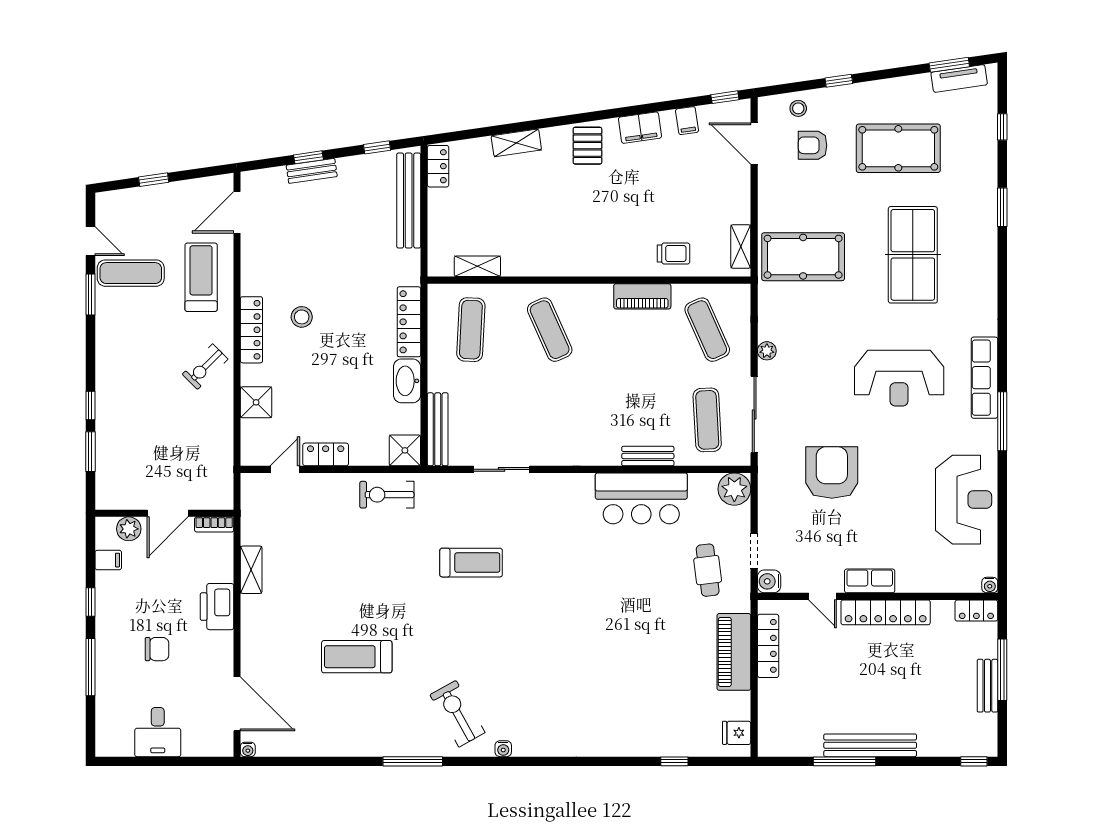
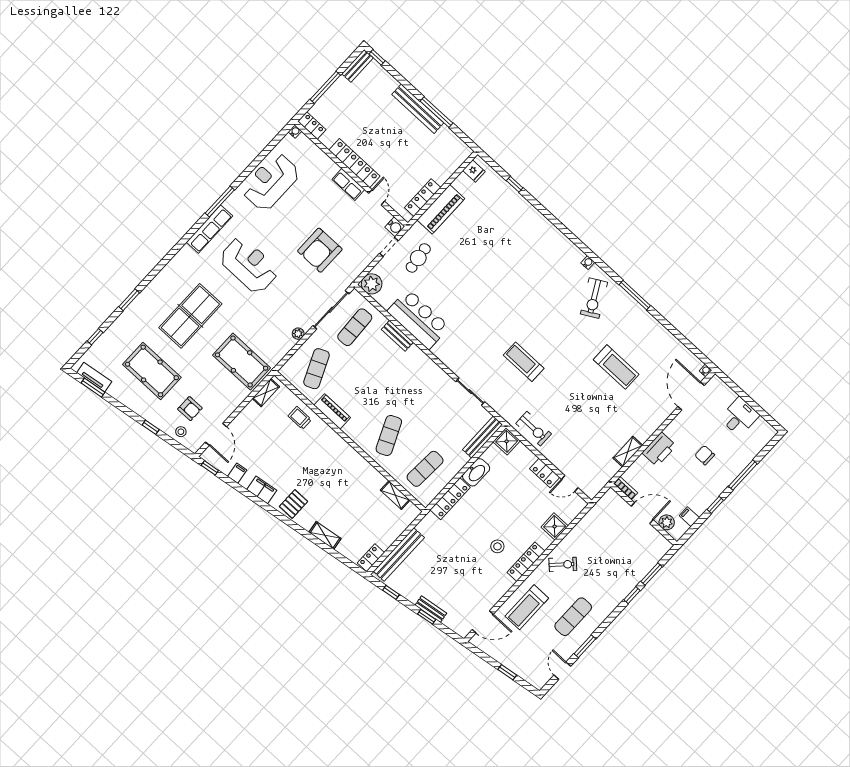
exercise mat: (131, 273) -> (573, 617), moved, turned 90
bench: (987, 686) -> (358, 66), moved

